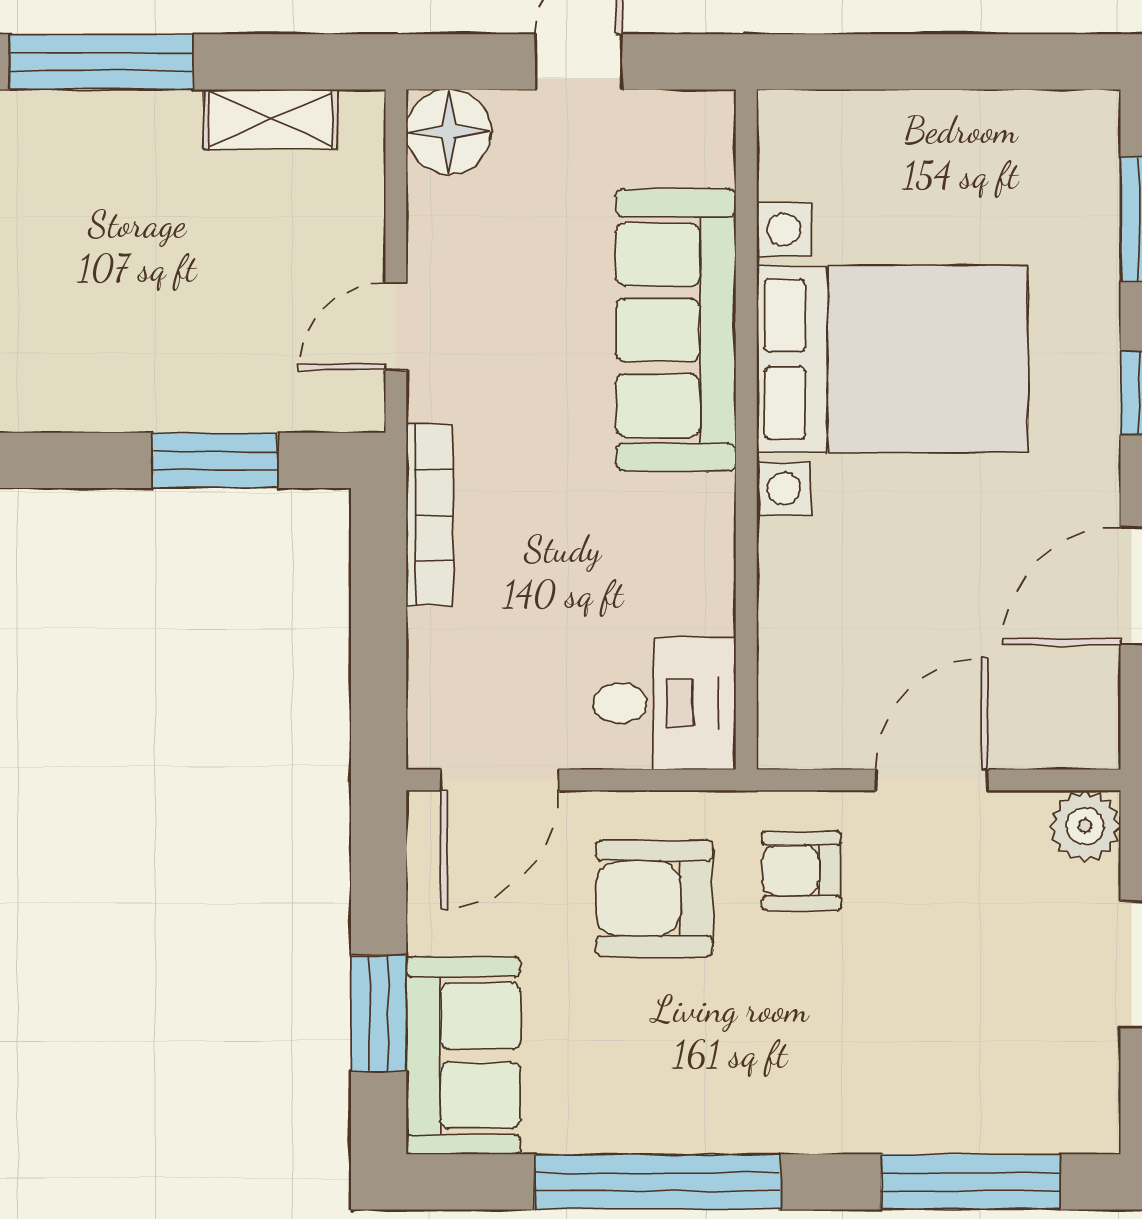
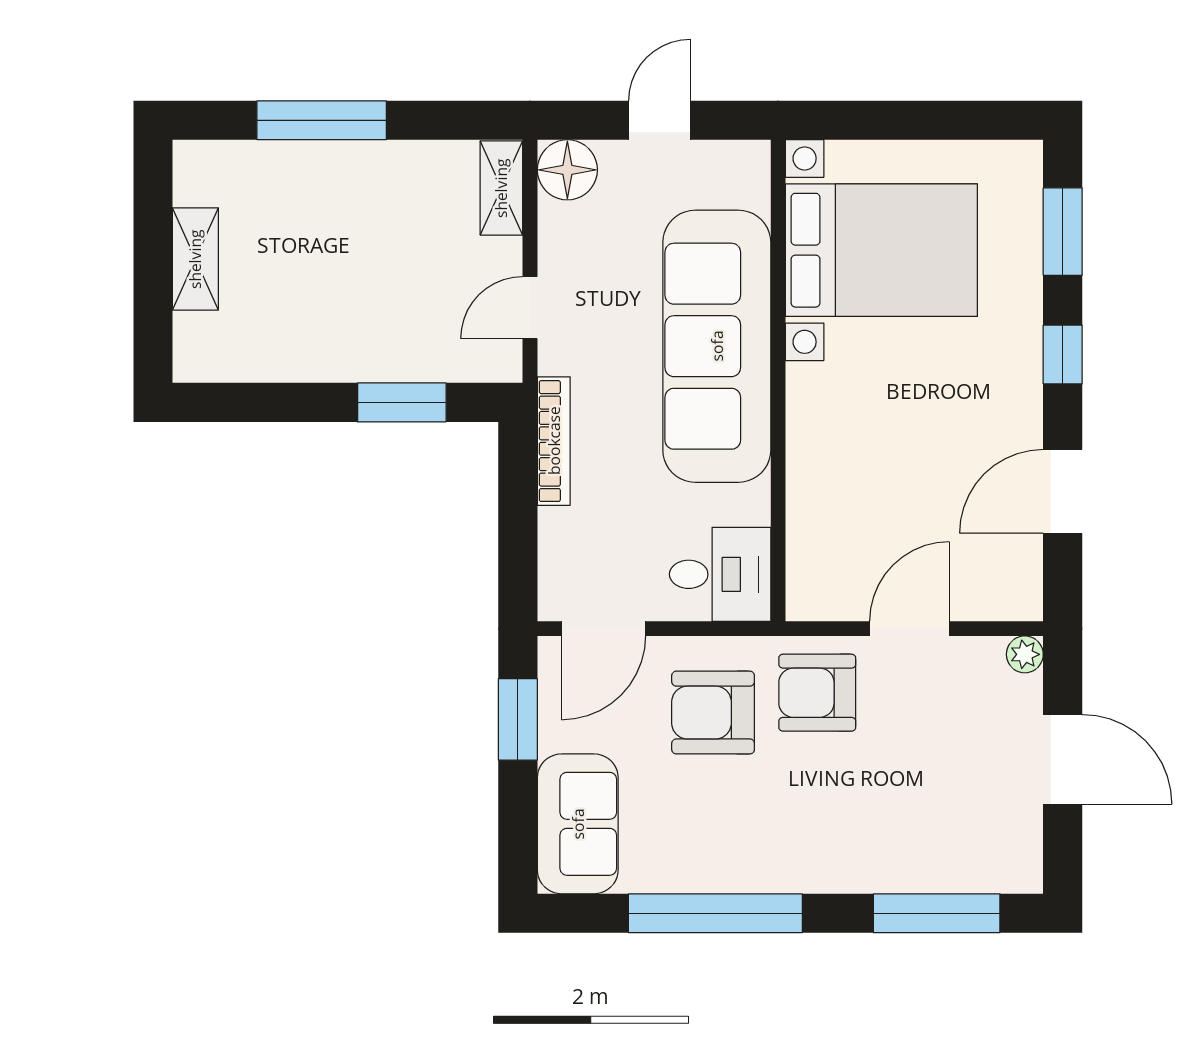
shelving: (271, 119) -> (501, 188), moved, turned 90
sofa: (676, 330) -> (717, 346), width x1.36, depth x1.27
bed with nightstands: (892, 359) -> (881, 250), moved
plant: (1085, 826) -> (1025, 654), width x0.73, depth x0.73
armchair: (802, 870) -> (817, 693), width x1.38, depth x1.38
window: (379, 1013) -> (518, 719), moved

